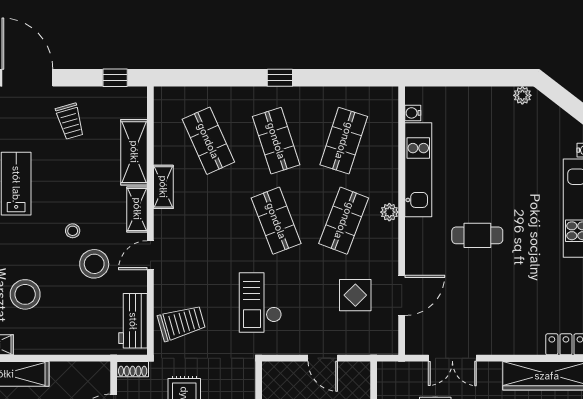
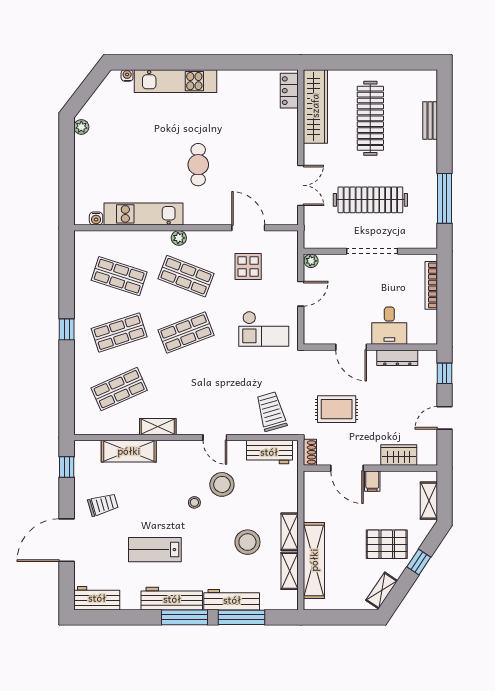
shelving: (137, 209) -> (290, 532), moved, turned 90
checkout: (260, 303) -> (264, 329), moved
plant: (362, 371) -> (311, 261), added

